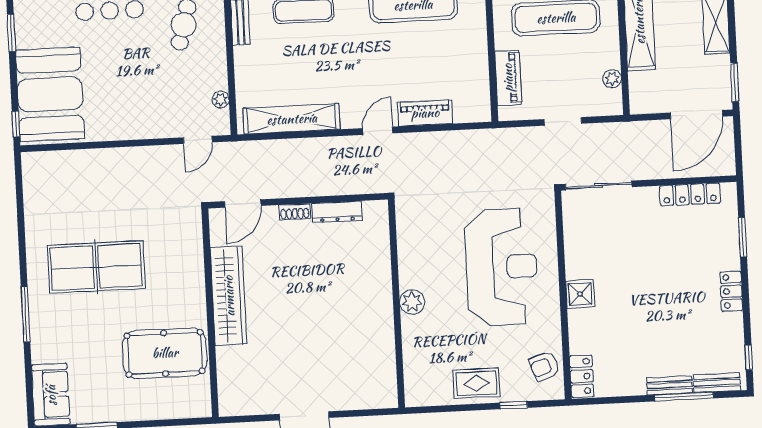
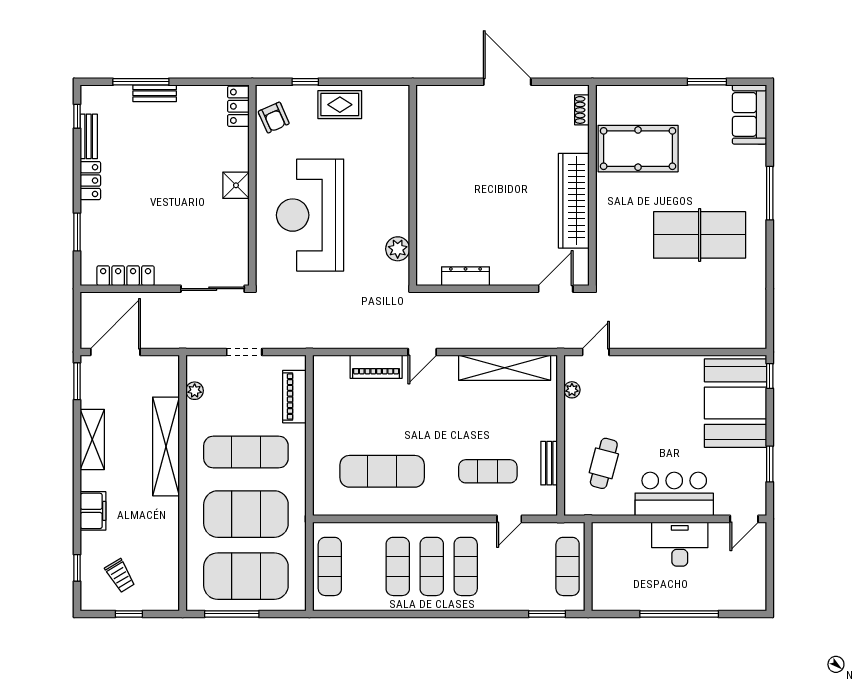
shoe rack: (295, 212) -> (582, 110), moved, turned -90
plant: (412, 302) -> (398, 249), moved
armchair: (544, 366) -> (274, 118), turned 85
bench: (717, 383) -> (89, 136), moved, turned 90

